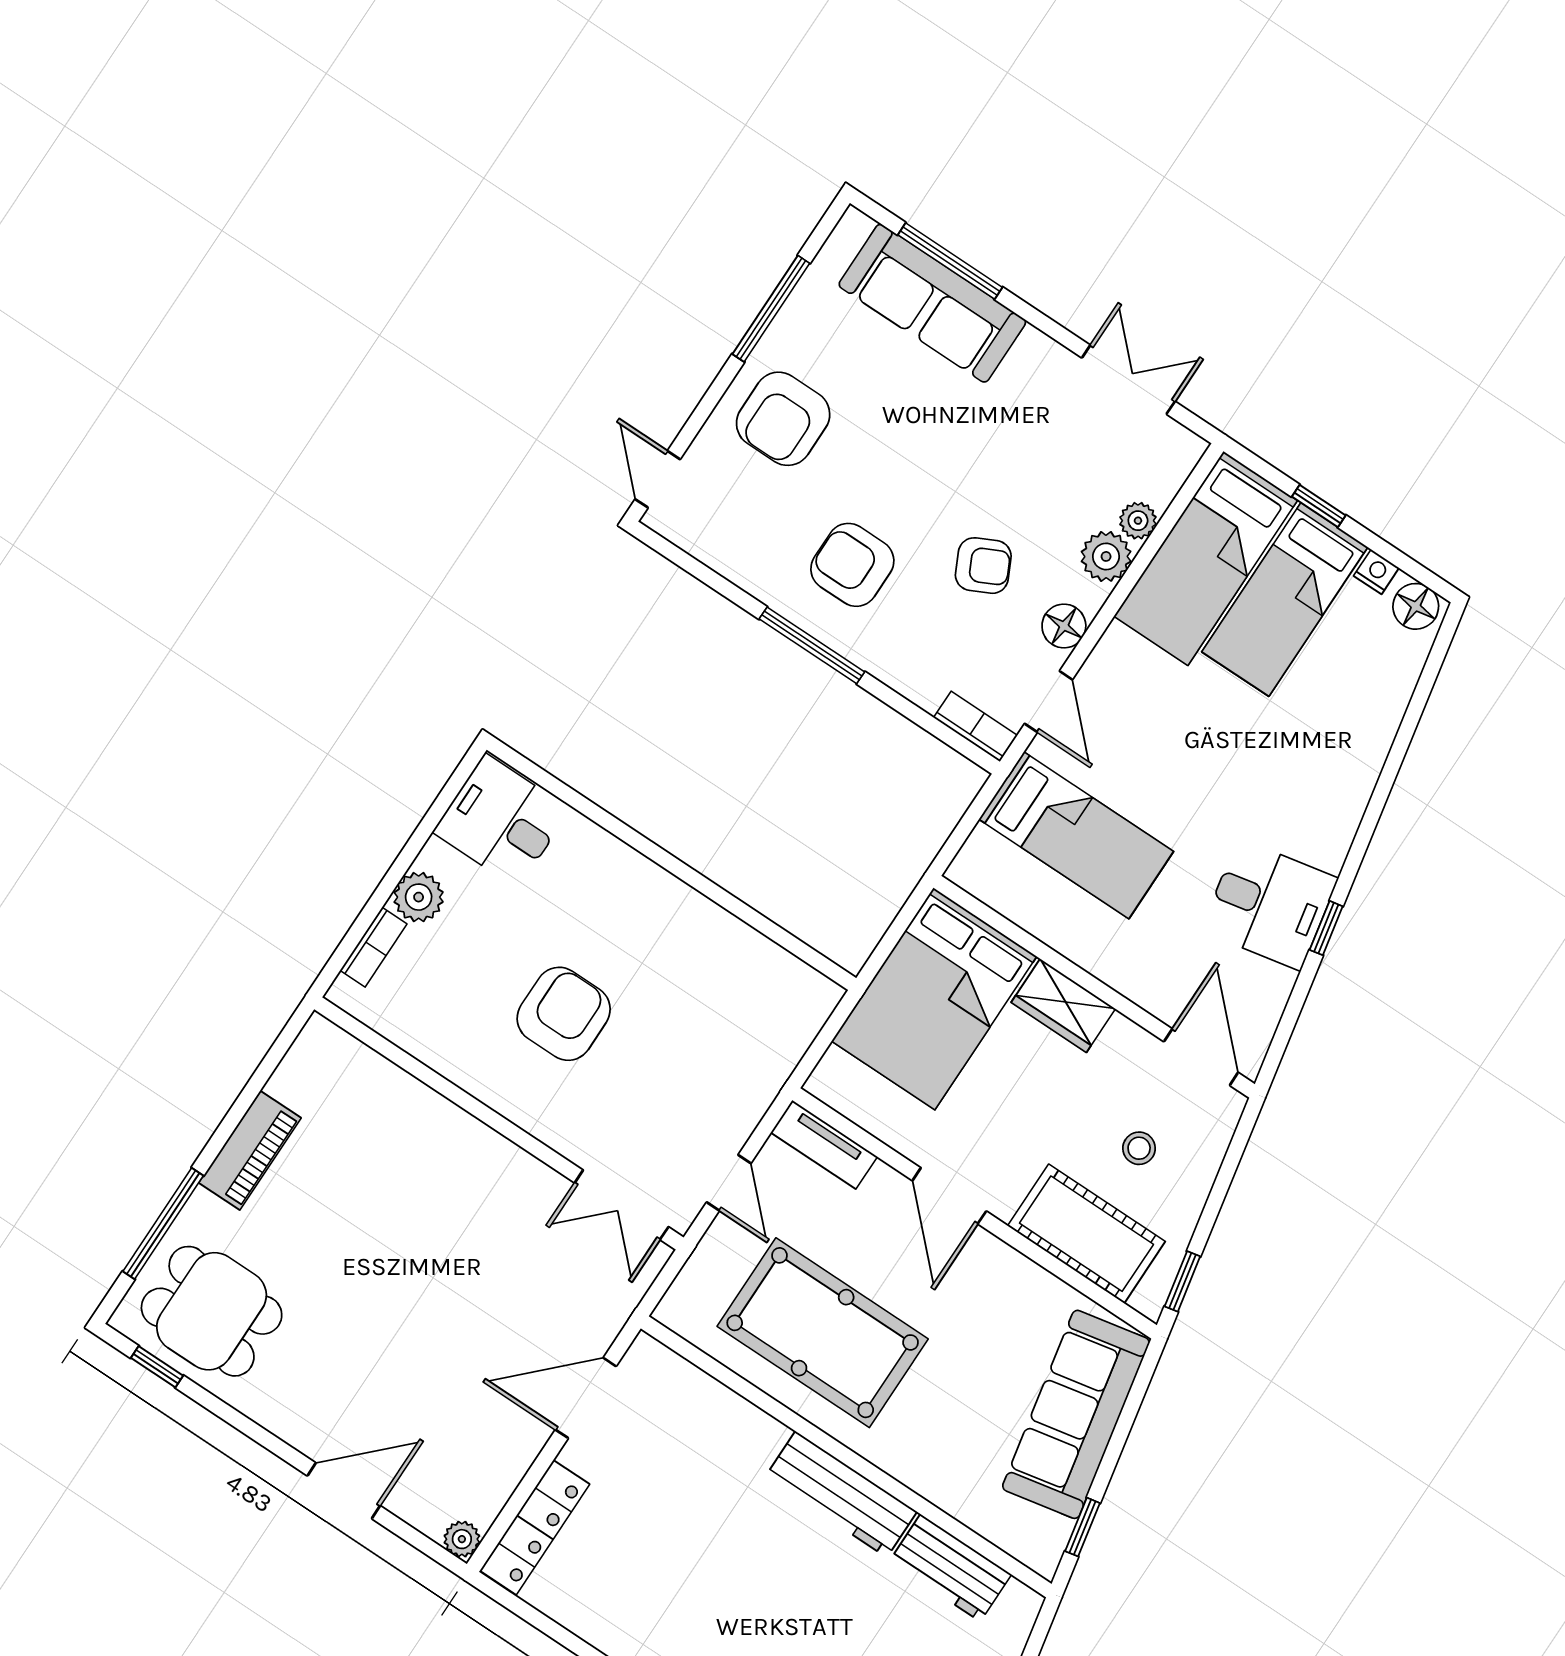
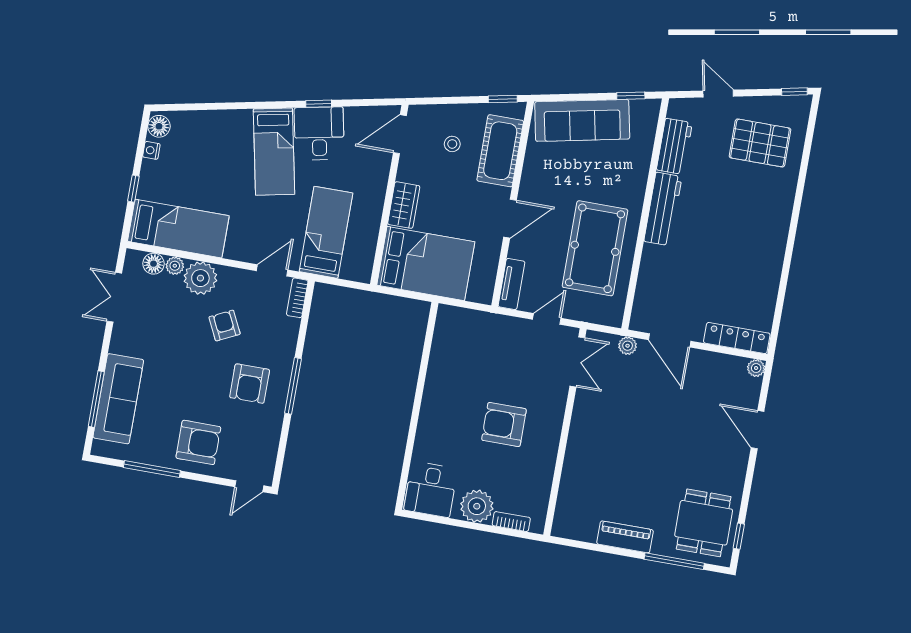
plant: (1106, 556) -> (200, 278), width x1.36, depth x1.36
bed: (1285, 599) -> (274, 152), moved, turned 79
floor lamp: (1064, 626) -> (154, 264), moved
plant: (419, 897) -> (477, 506), width x1.36, depth x1.36
plant: (611, 1314) -> (628, 346), added

